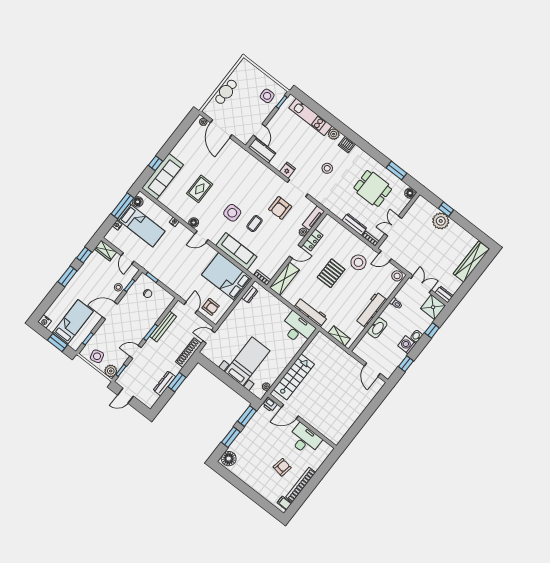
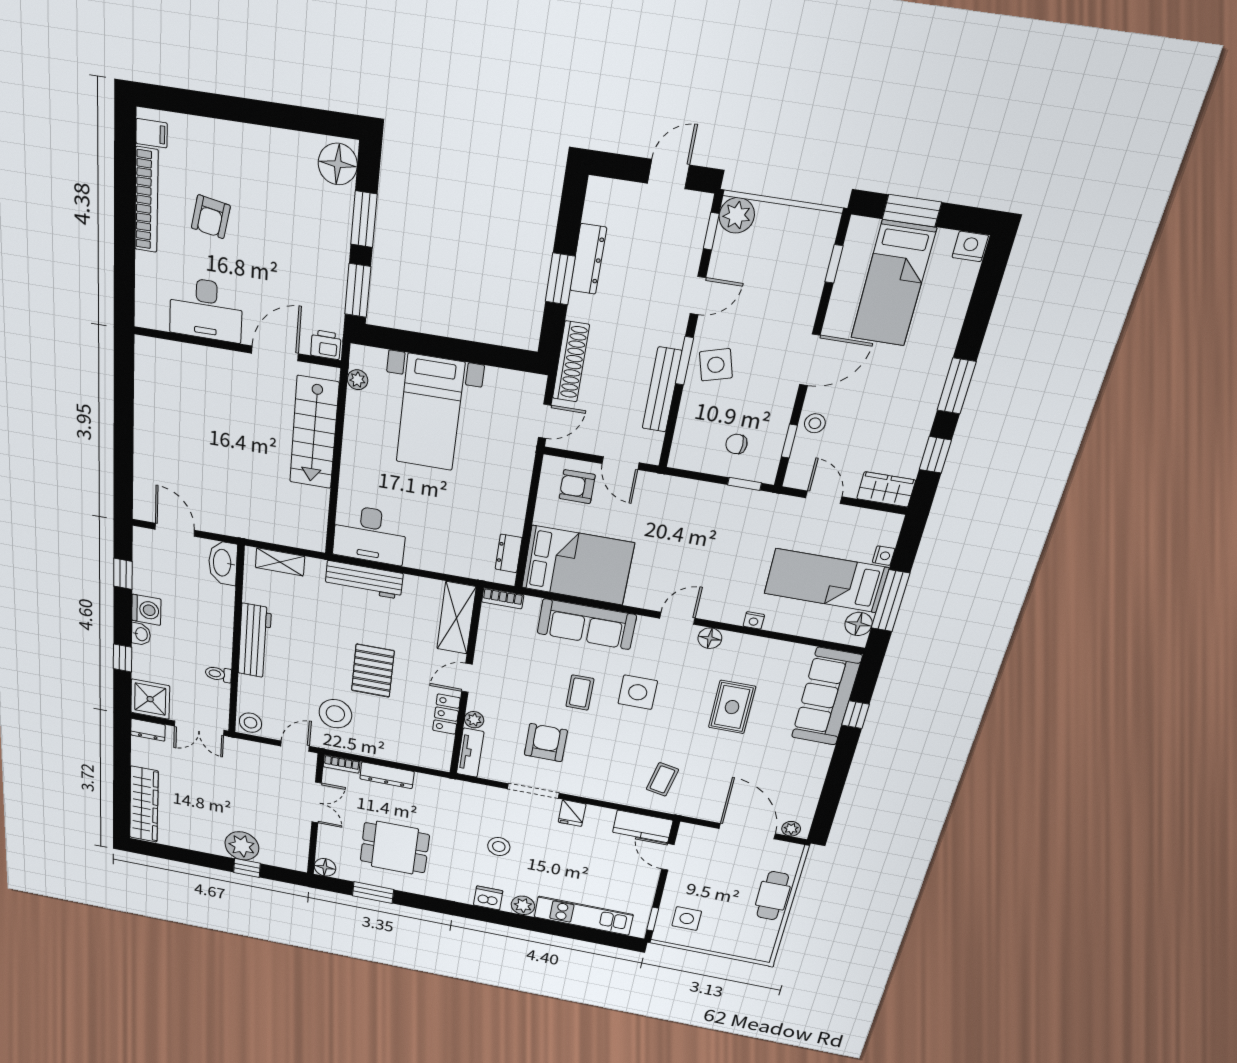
coffee table: (243, 169) -> (662, 779), added
washbasin: (377, 328) -> (223, 563), moved
side table: (97, 356) -> (716, 365), moved

